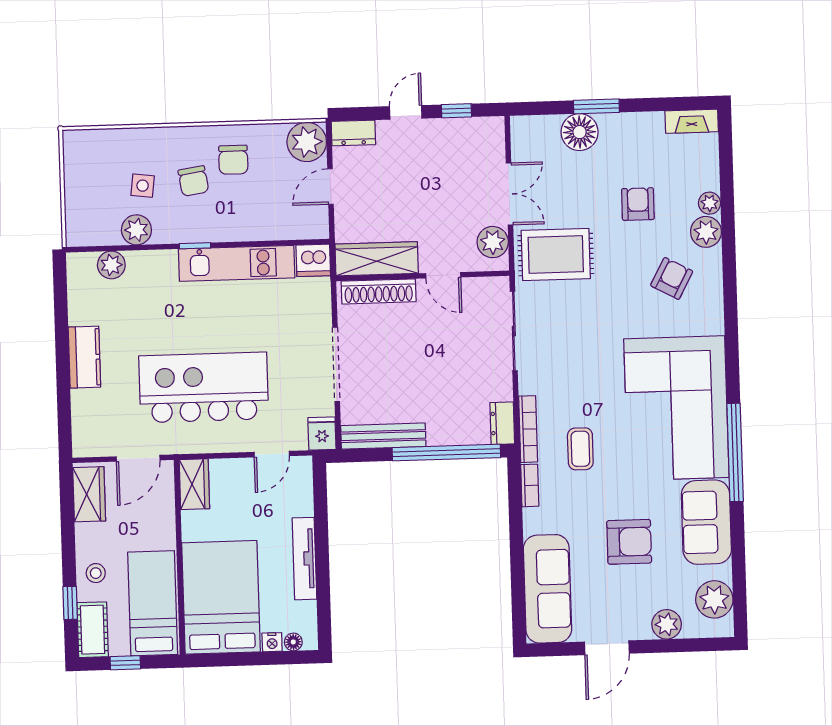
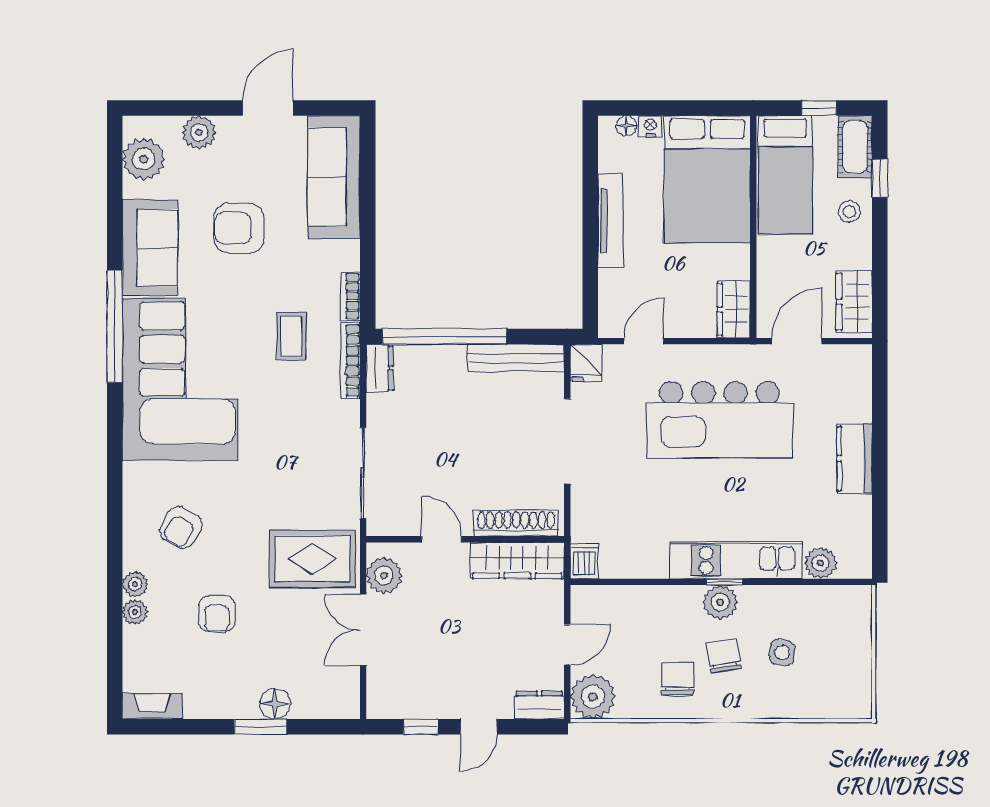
floor lamp: (580, 132) -> (275, 704), width x0.73, depth x0.73
plant: (136, 230) -> (720, 602), moved
plant: (706, 232) -> (135, 584), width x0.73, depth x0.73
dishwasher: (313, 260) -> (584, 561), width x0.73
kitchen unit: (237, 263) -> (736, 560), moved

